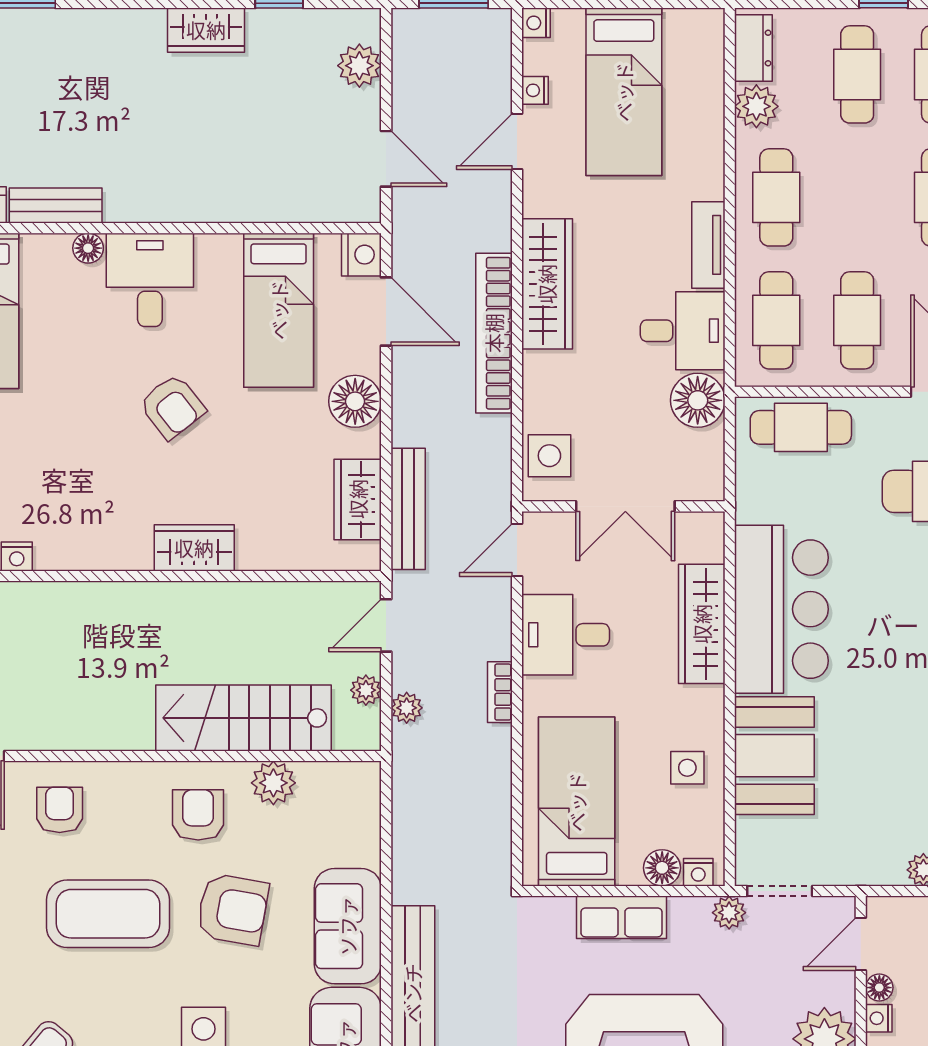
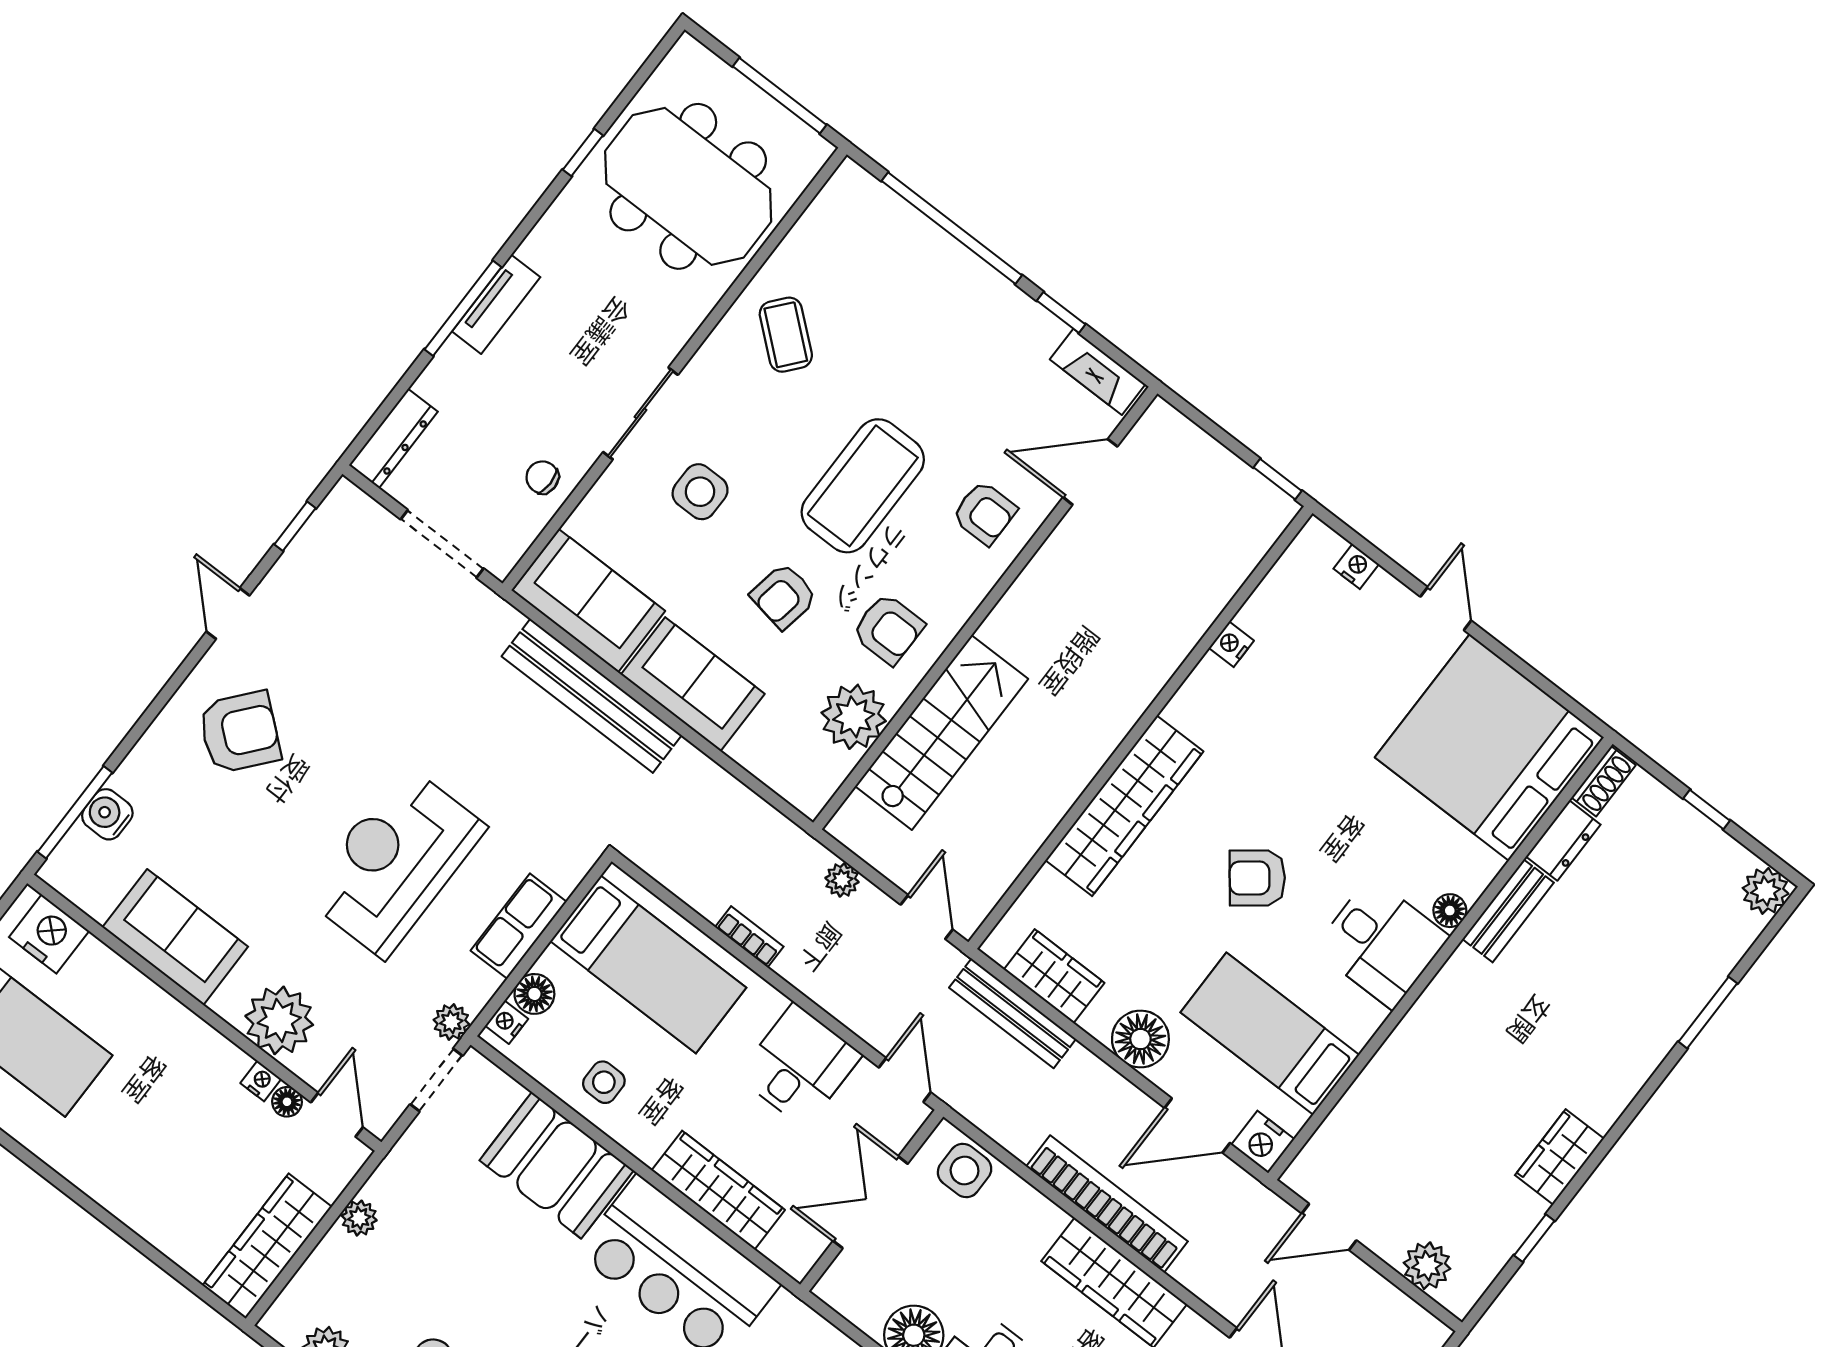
wardrobe: (194, 548) -> (1124, 806), width x2.10, depth x1.17
plant: (366, 690) -> (884, 857), removed
bookcase: (500, 692) -> (749, 937), moved
plant: (273, 783) -> (854, 717), width x1.36, depth x1.36
armchair: (233, 909) -> (784, 596), width x0.72, depth x0.72

